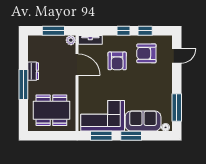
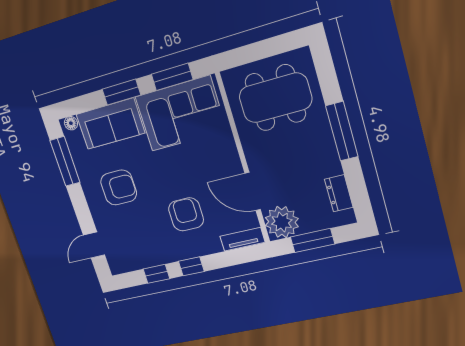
plant: (71, 40) -> (282, 222), width x1.88, depth x1.88
armchair: (146, 53) -> (119, 188), moved
dresser: (33, 71) -> (339, 193), moved

